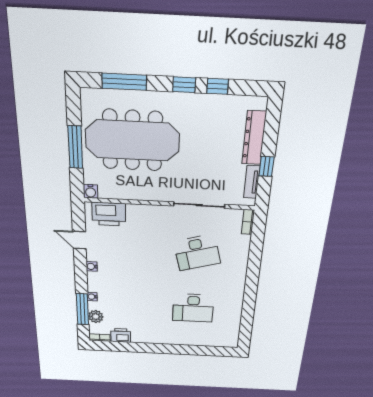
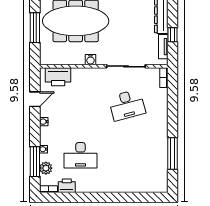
water cooler: (91, 191) -> (91, 60), moved
door: (79, 240) -> (35, 99), swing flipped
desk: (193, 308) -> (80, 155), moved
window: (248, 309) -> (173, 153), added

